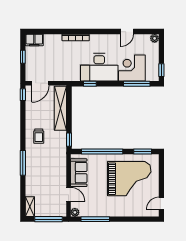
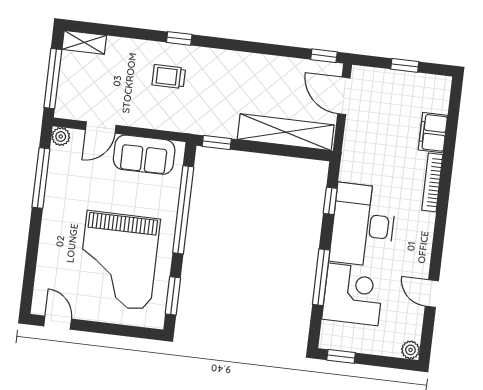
filing cabinet: (34, 40) -> (433, 133), moved
window: (137, 84) -> (321, 277), moved
trolley: (39, 136) -> (169, 77), moved
window: (23, 163) -> (179, 38), width x0.46

